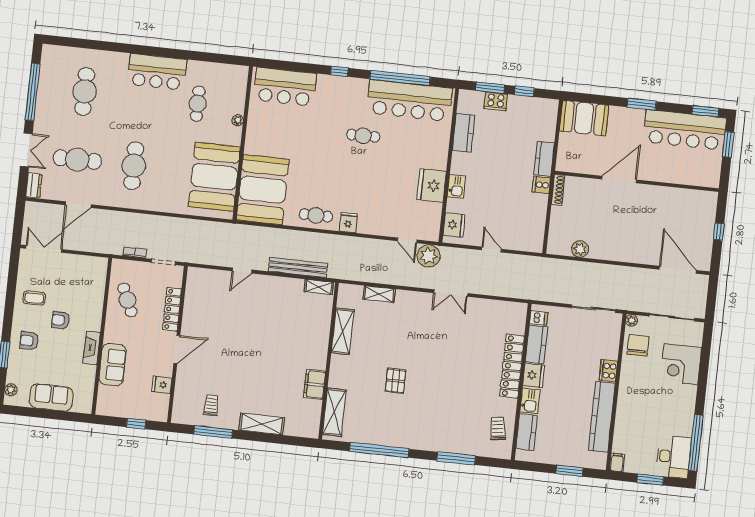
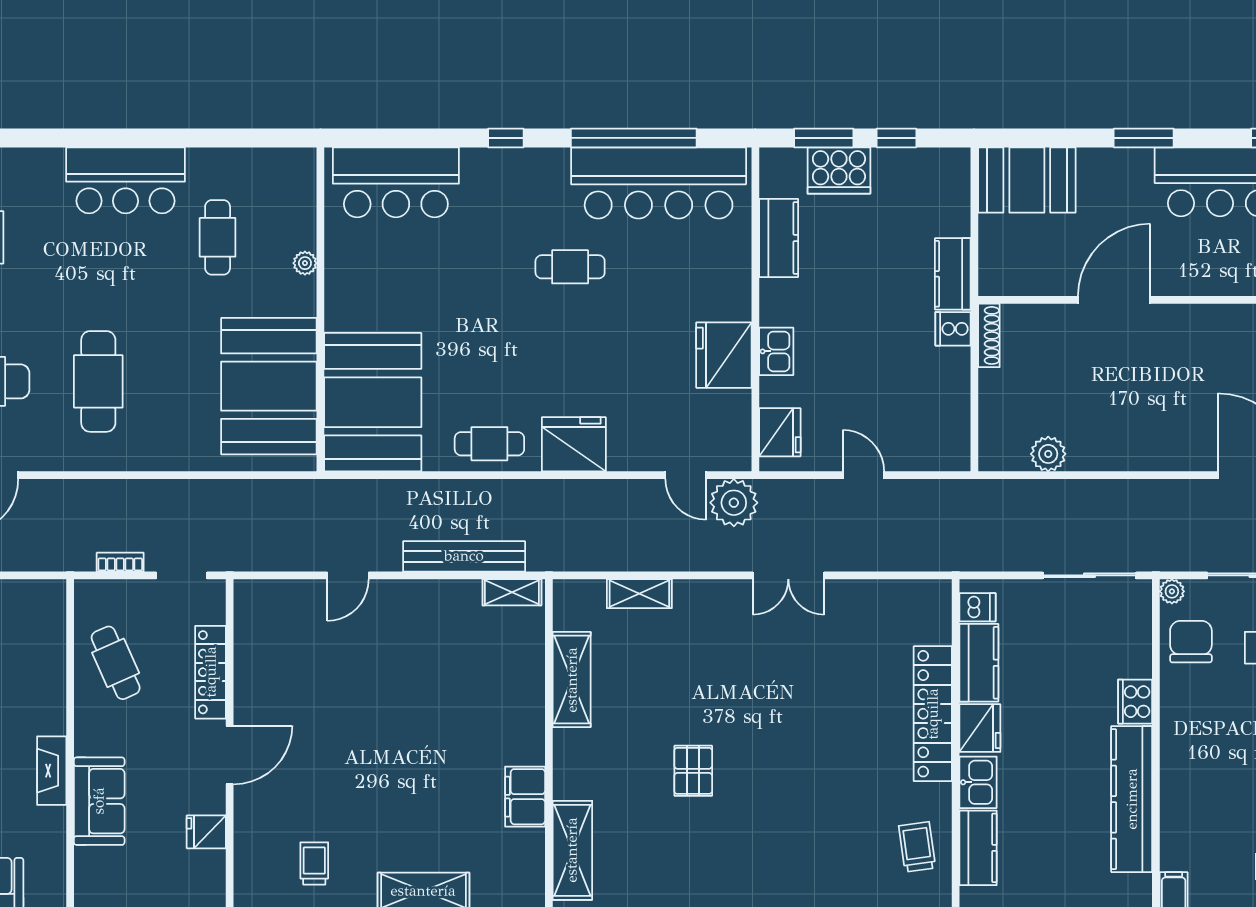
cooker: (496, 101) -> (839, 170), width x1.37, depth x1.31
fridge: (348, 222) -> (574, 444), width x1.88, depth x1.34

